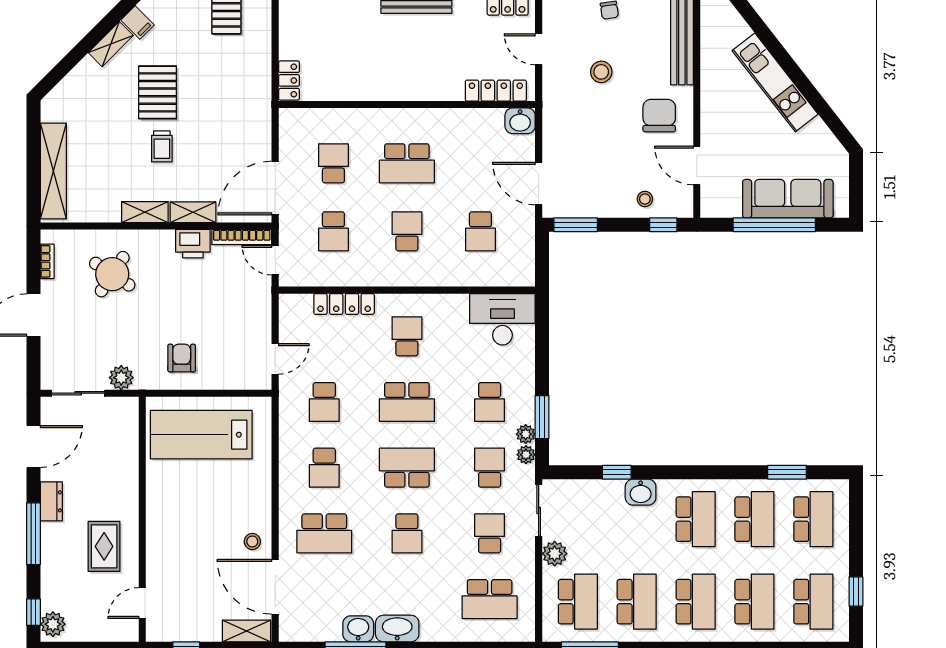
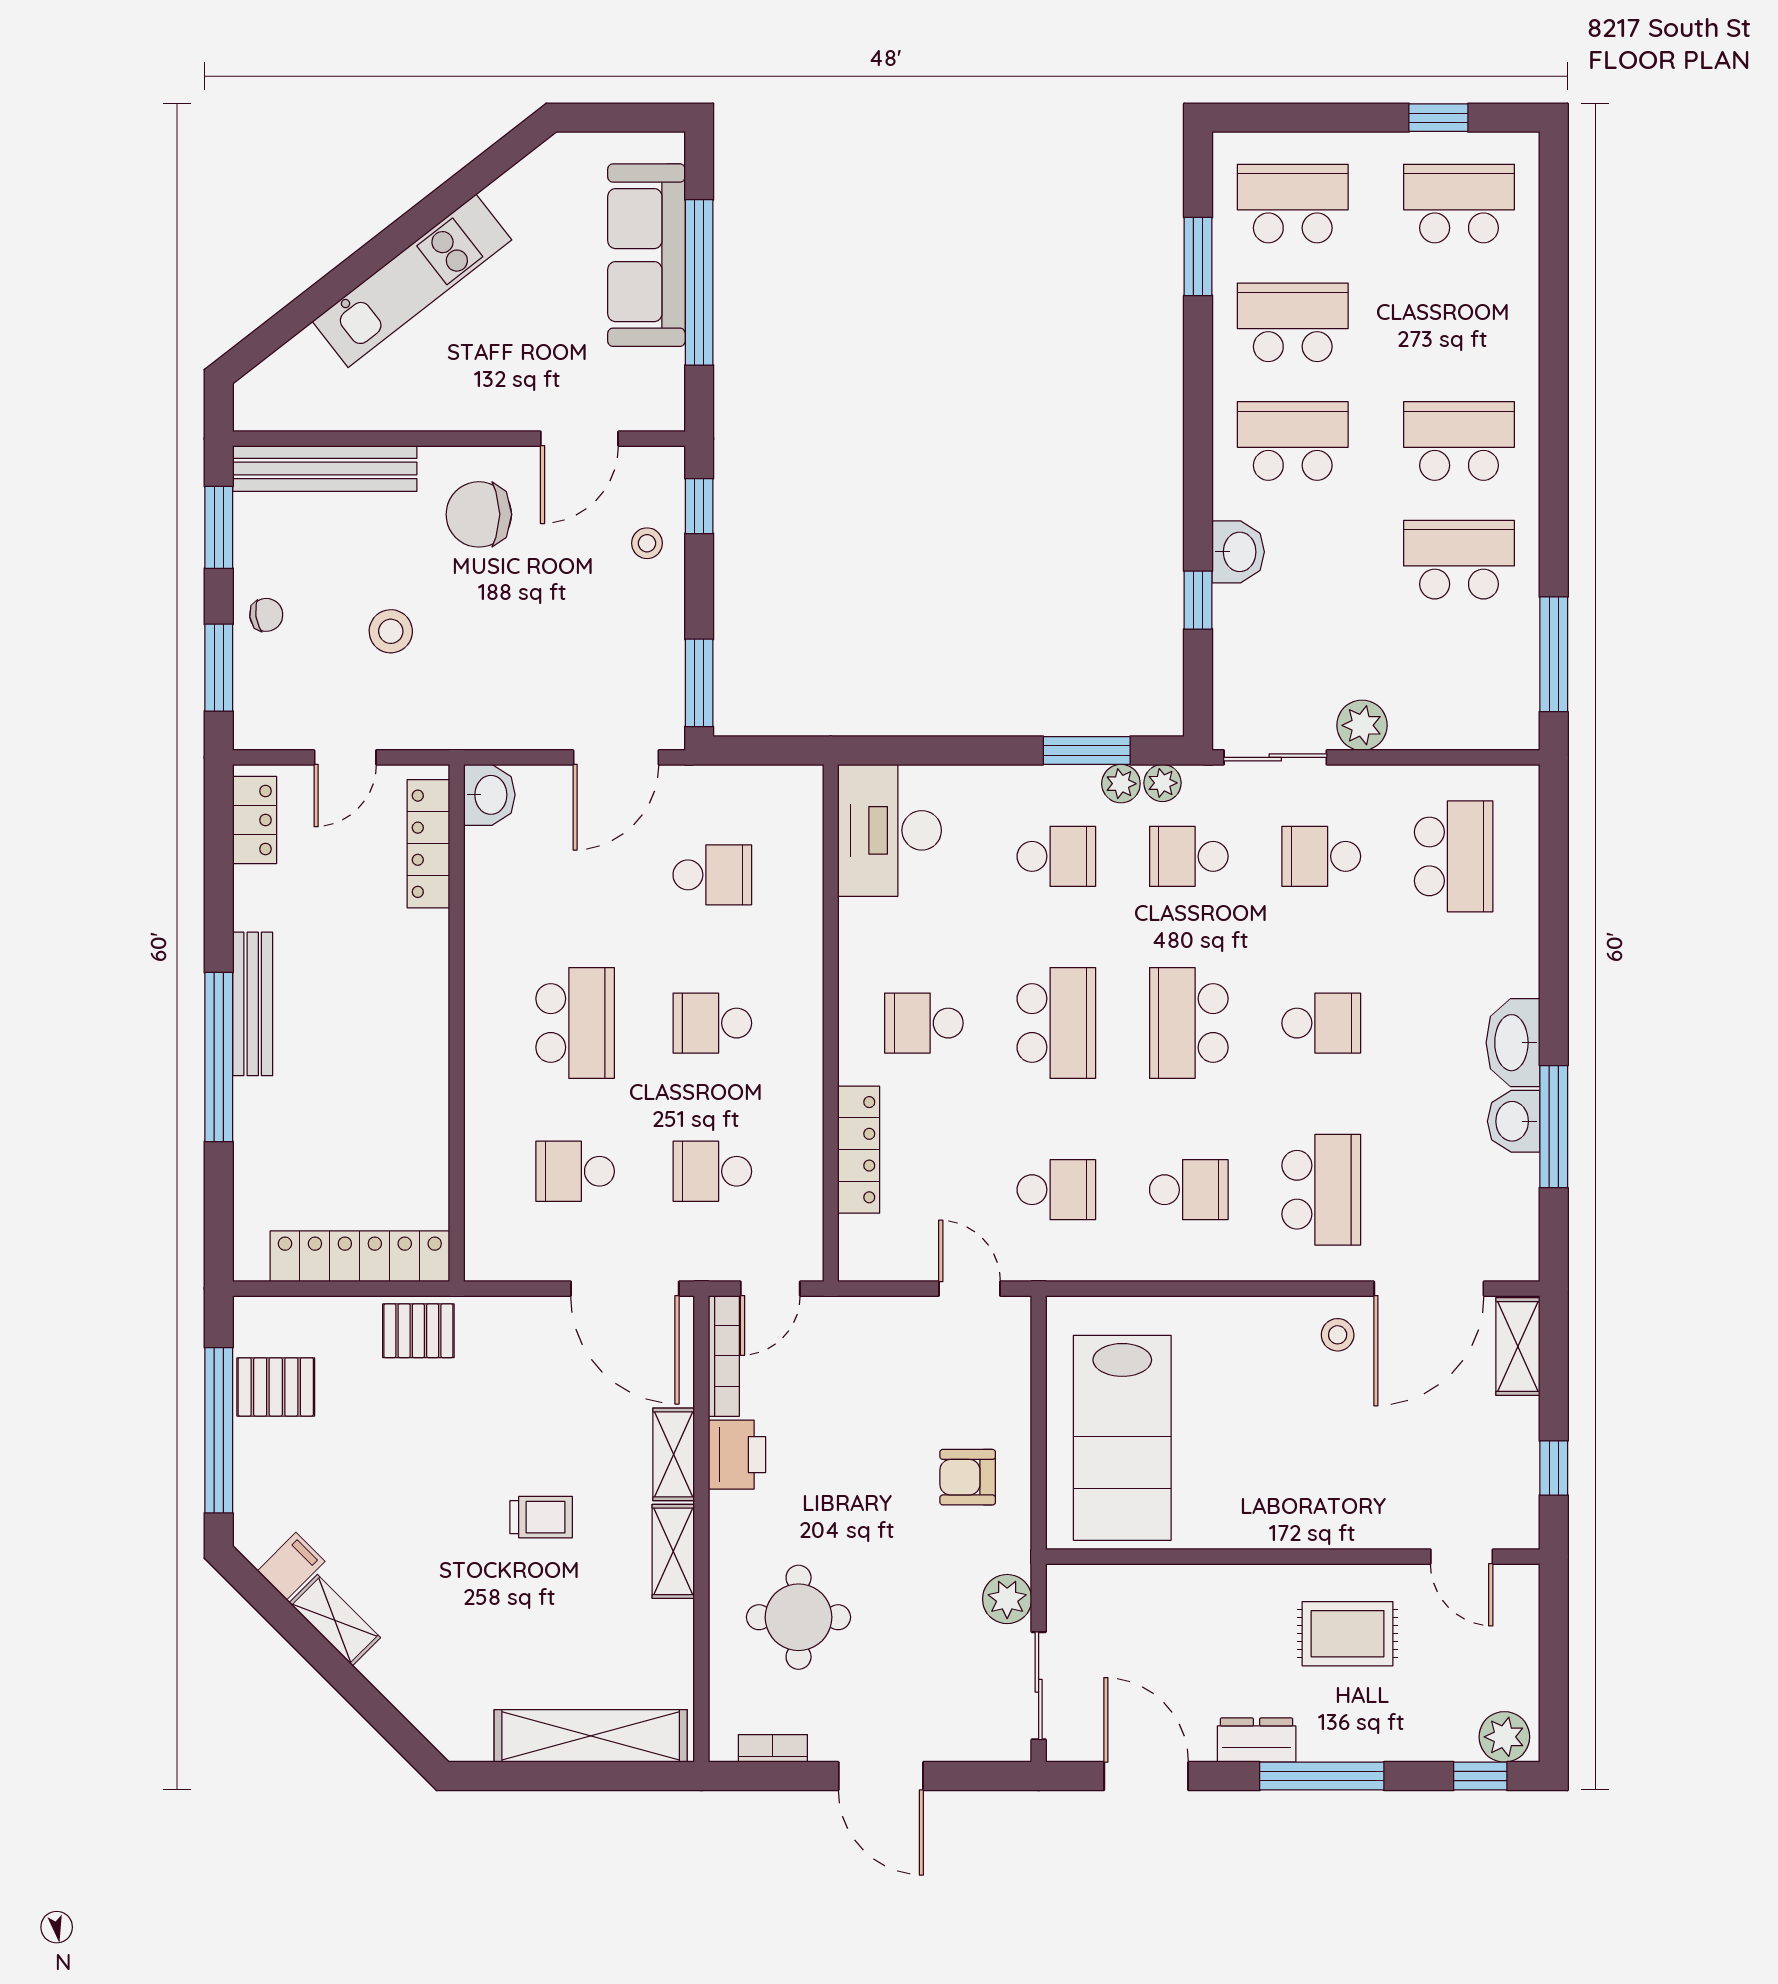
locker: (289, 80) -> (360, 1256), width x2.16, depth x1.21
pallet: (158, 92) -> (418, 1331), moved, width x0.67, depth x0.71
school desk: (333, 231) -> (712, 1171), turned 180
round table: (112, 274) -> (799, 1617), turned -33
school desk: (578, 602) -> (1459, 678), removed
school desk: (754, 602) -> (1459, 322), removed

